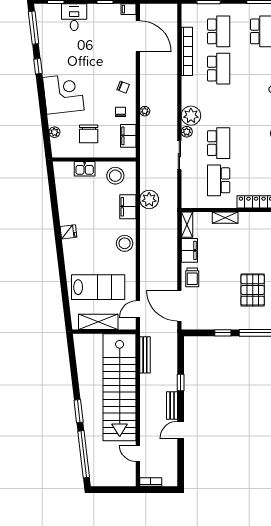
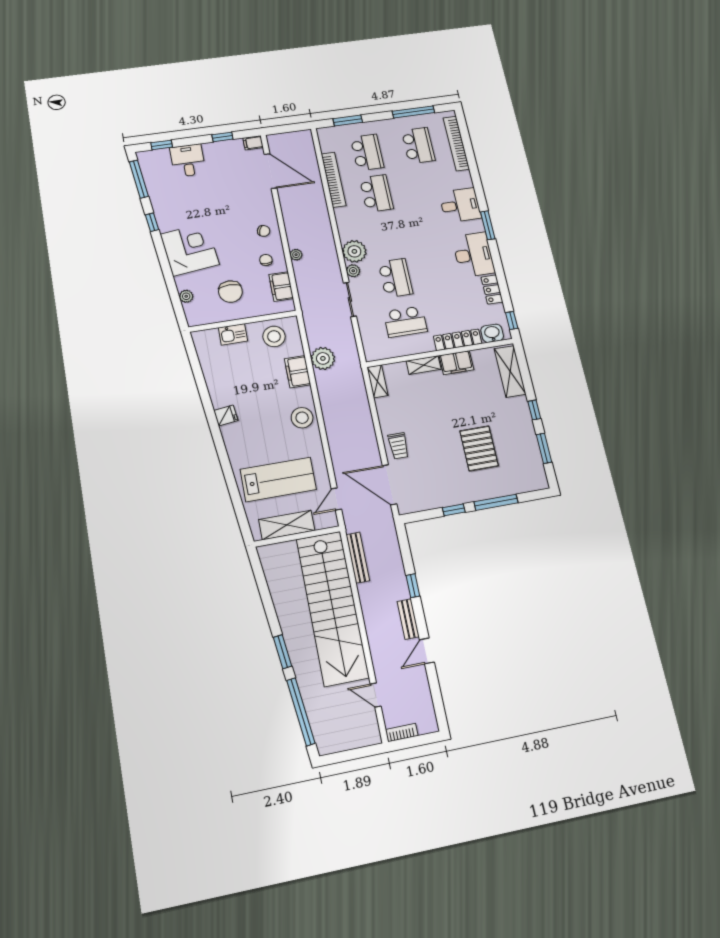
school desk: (219, 180) -> (405, 322), turned -90
filing cabinet: (189, 250) -> (456, 363), moved, turned 90

